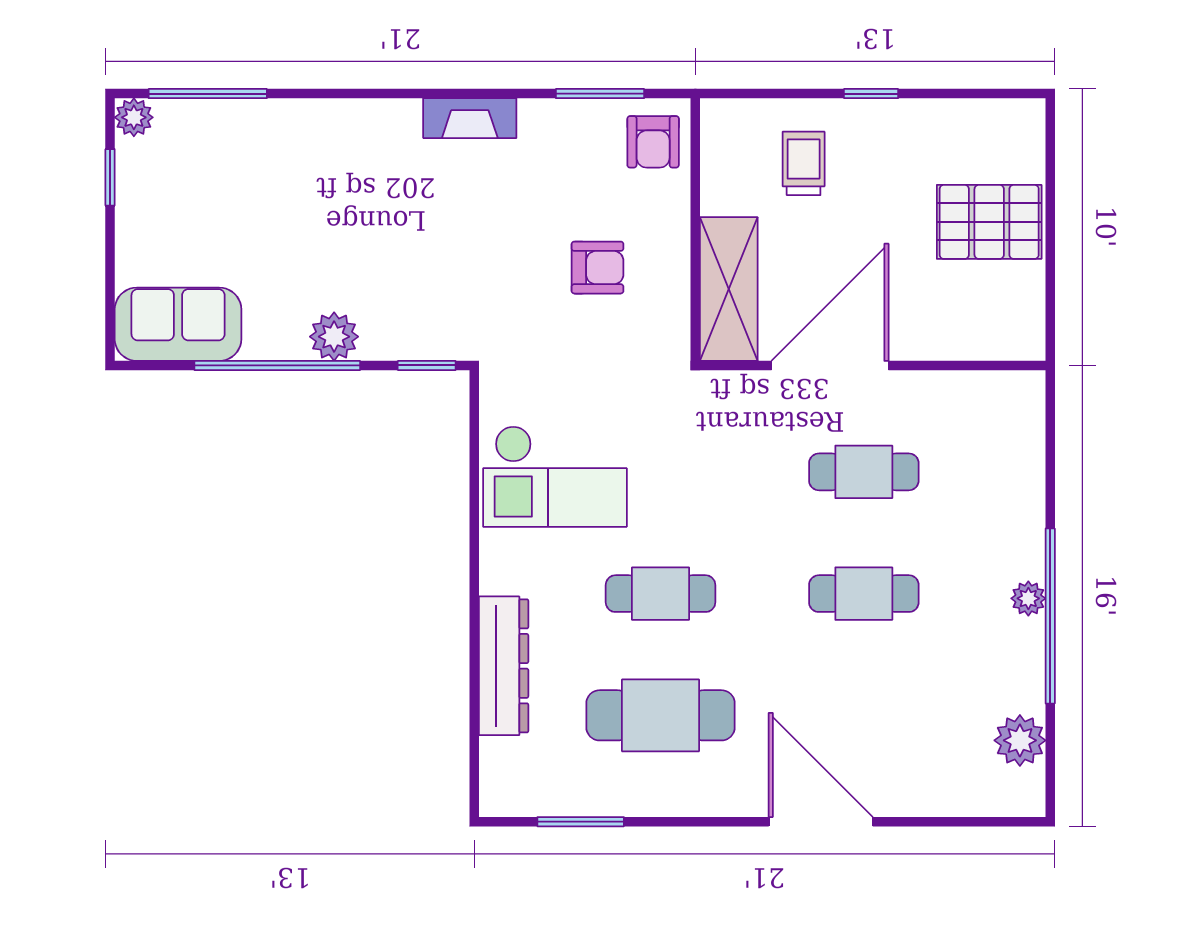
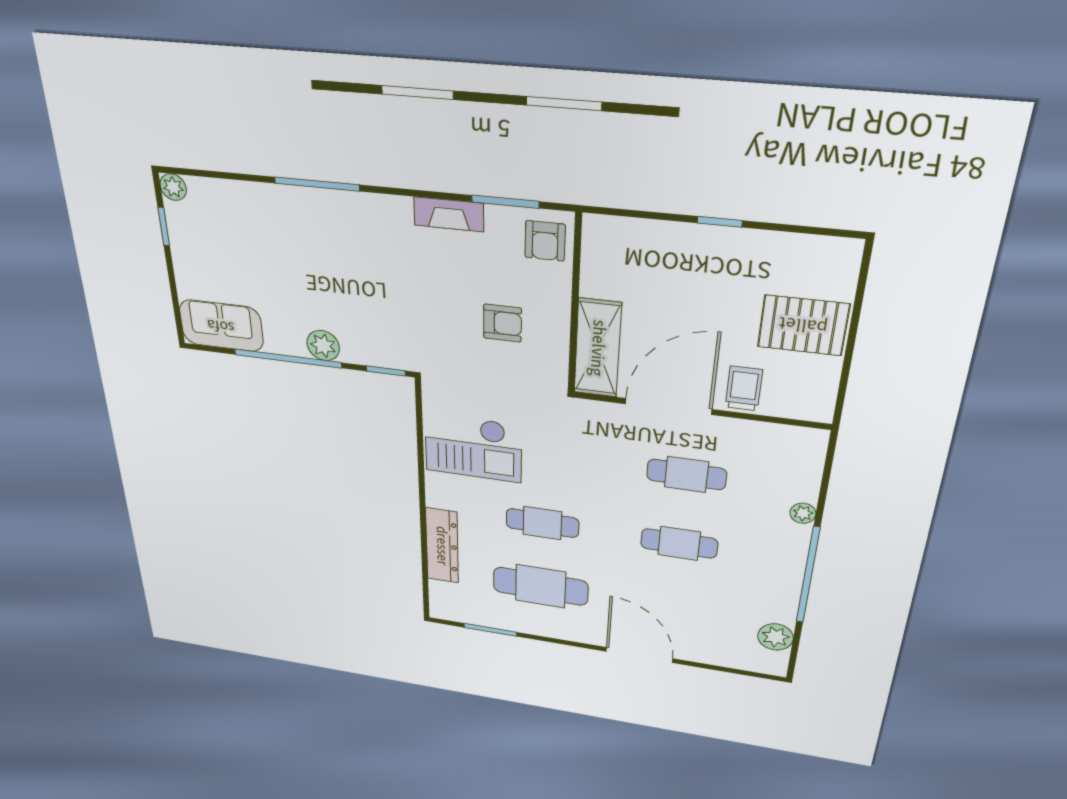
window: (208, 94) -> (317, 184), moved
fireplace: (470, 118) -> (449, 214), moved
trolley: (804, 163) -> (744, 389), moved
plant: (1028, 598) -> (803, 513), moved

